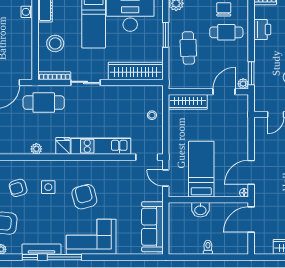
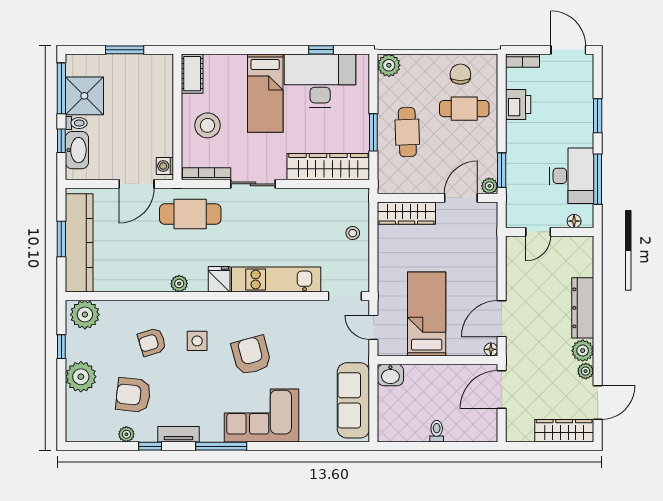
washing machine: (27, 12) -> (165, 166), moved
window: (166, 35) -> (373, 132), moved
washbasin: (200, 210) -> (390, 375), moved
tv unit: (41, 249) -> (178, 434), width x0.71
window: (30, 257) -> (150, 446), moved

